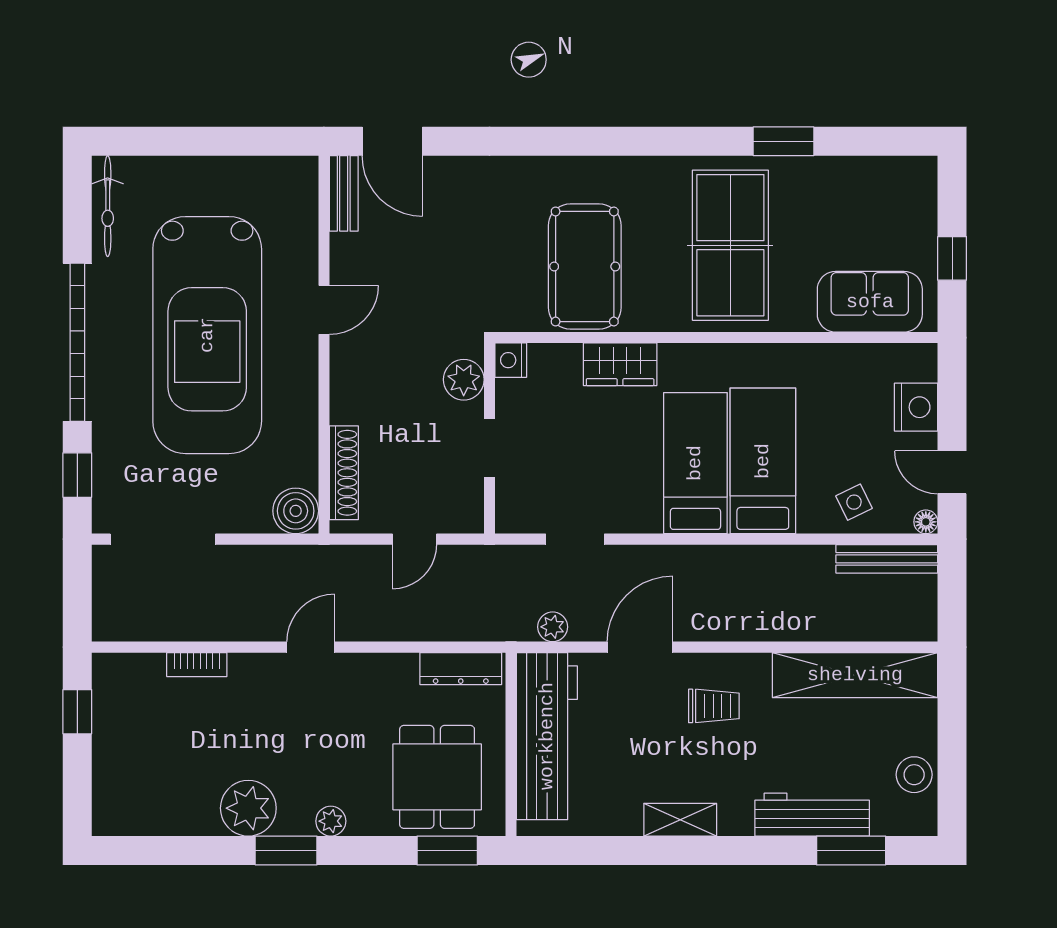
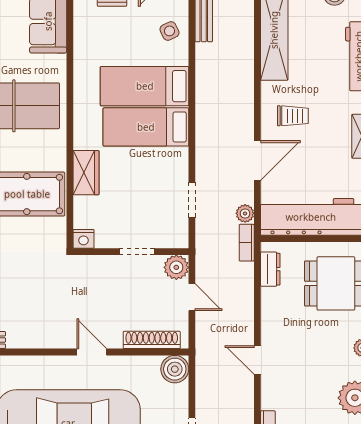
door: (324, 310) -> (92, 352), moved
plant: (464, 380) -> (176, 267), moved
bookcase: (504, 630) -> (247, 243), added
door: (640, 647) -> (257, 161), swing flipped
dresser: (461, 669) -> (270, 269), width x0.70
trolley: (714, 706) -> (293, 116), turned 90

